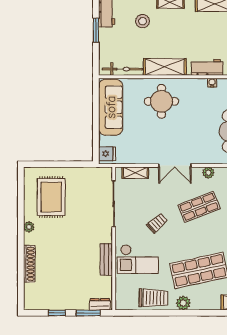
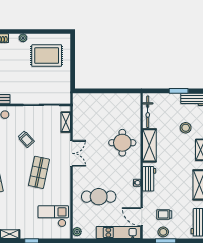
sofa: (111, 107) -> (118, 103), removed
fridge: (107, 154) -> (81, 100), removed
double door: (175, 166) -> (72, 153), swing flipped
plant: (208, 173) -> (66, 180), removed
shop shelf: (199, 207) -> (39, 172), turned 33

